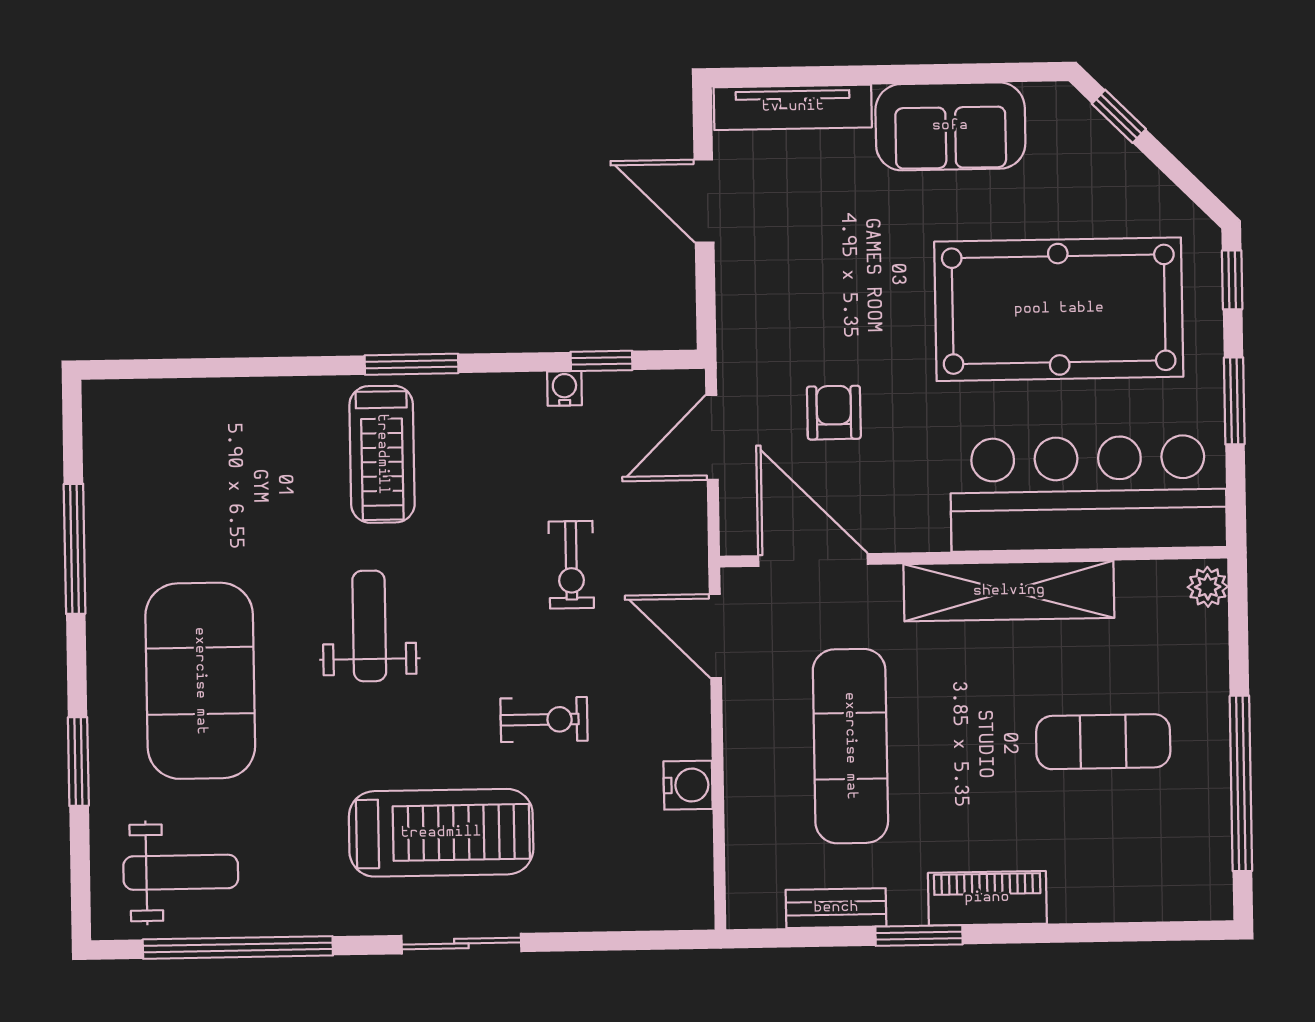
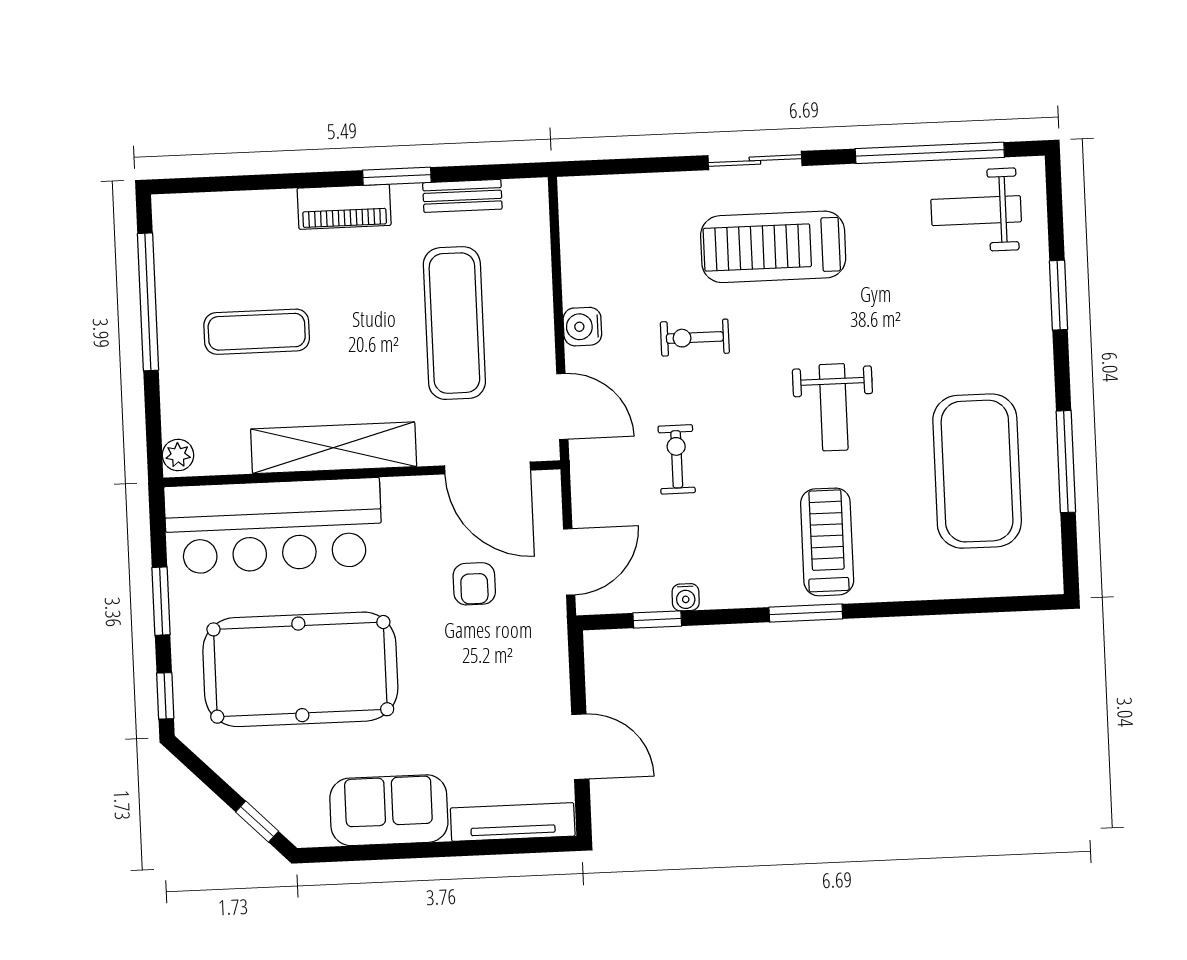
exercise mat: (200, 681) -> (977, 471), moved
water cooler: (688, 785) -> (582, 327), moved

